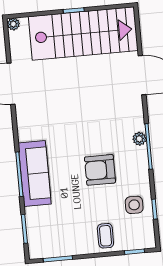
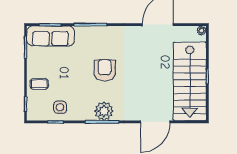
plant: (139, 139) -> (104, 111), width x1.87, depth x1.87
armchair: (100, 170) -> (105, 70), moved
sofa: (35, 173) -> (50, 36), moved

